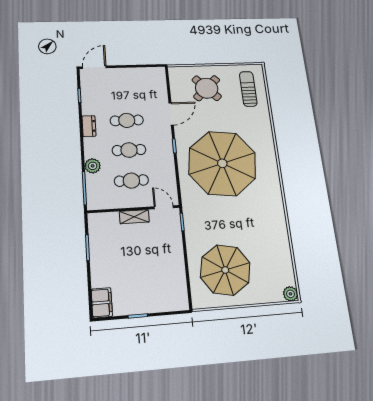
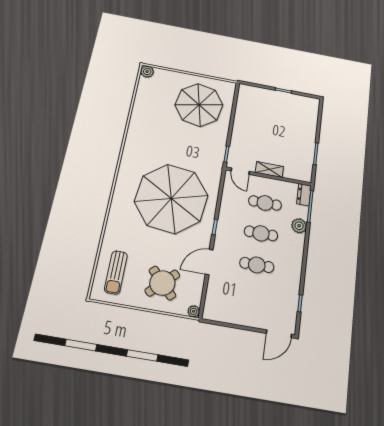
plant: (173, 71) -> (194, 311), added
dresser: (89, 126) -> (304, 195), moved
filing cabinet: (102, 303) -> (311, 108), removed

